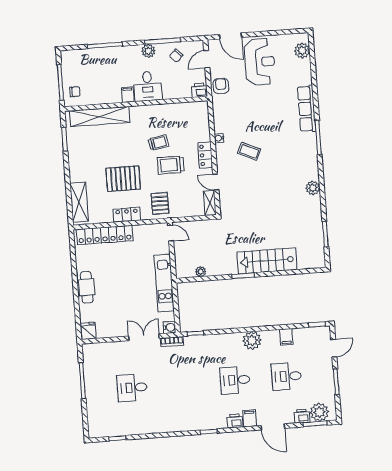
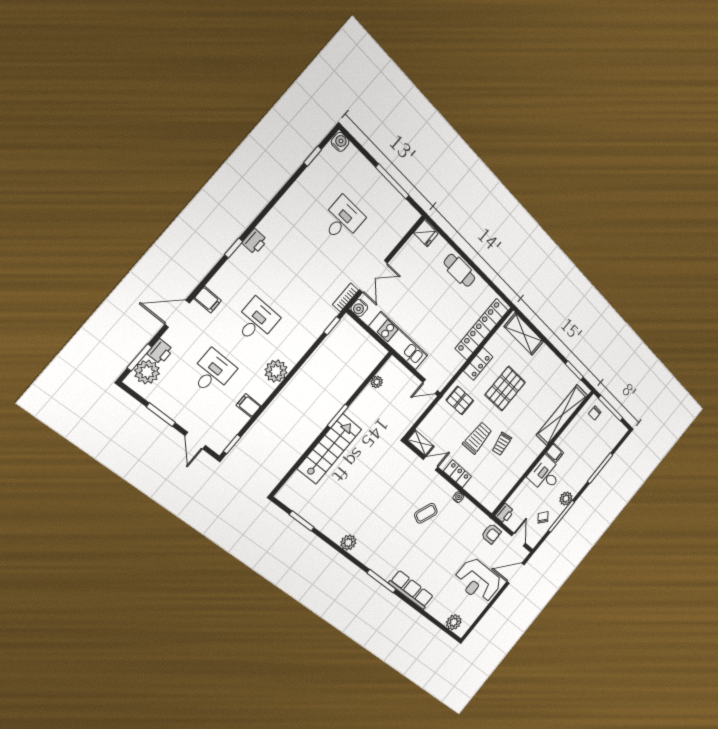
printer: (235, 421) -> (255, 242), moved
water cooler: (94, 431) -> (340, 142), added

